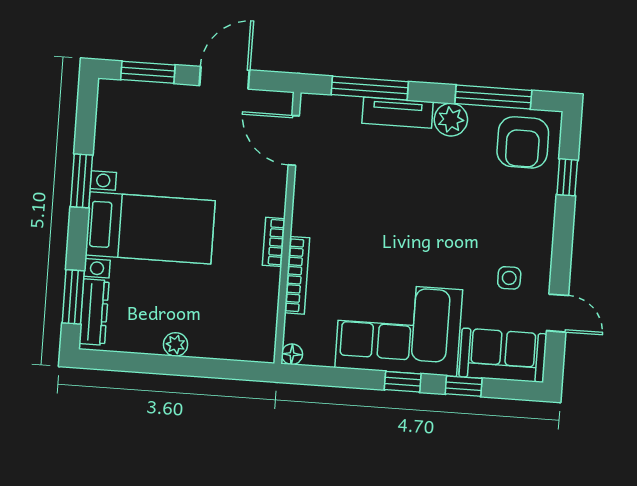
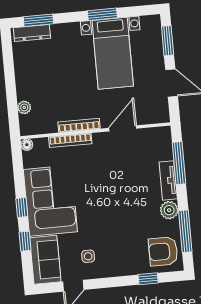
door: (294, 140) -> (123, 128), moved
bed with nightstands: (150, 228) -> (113, 53), moved
bookcase: (274, 242) -> (79, 125), width x1.56
plant: (176, 344) -> (24, 107), moved

